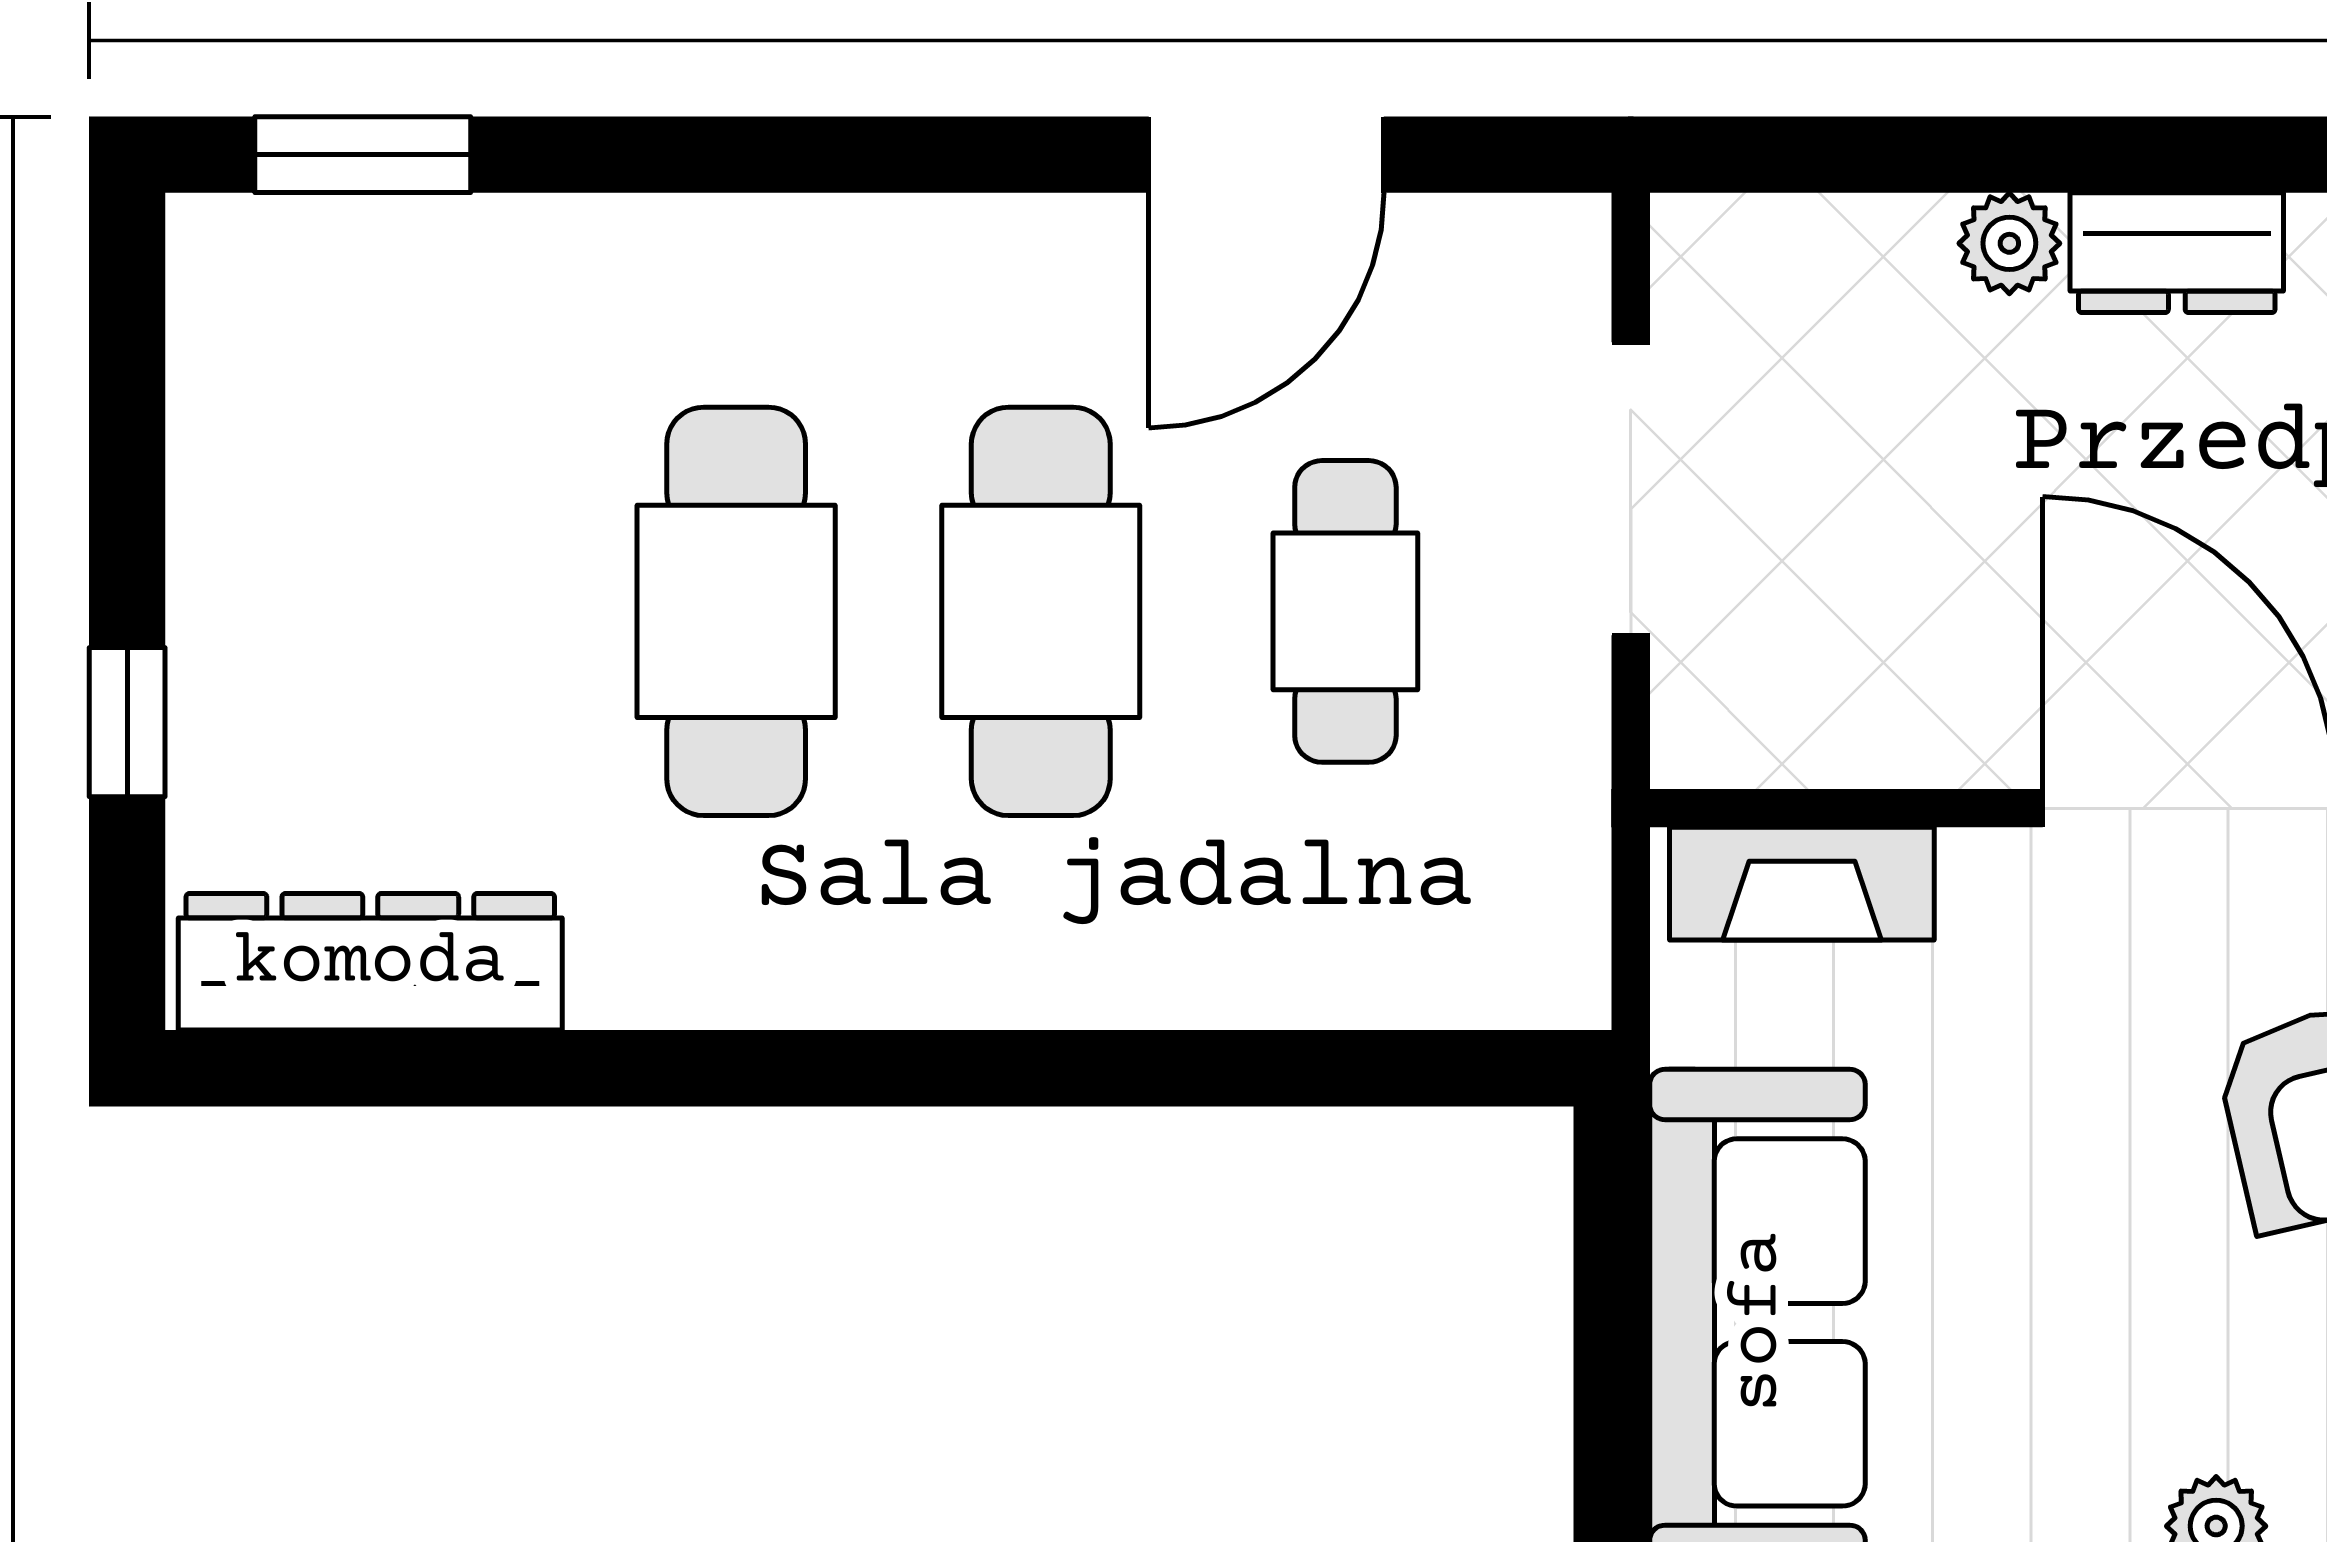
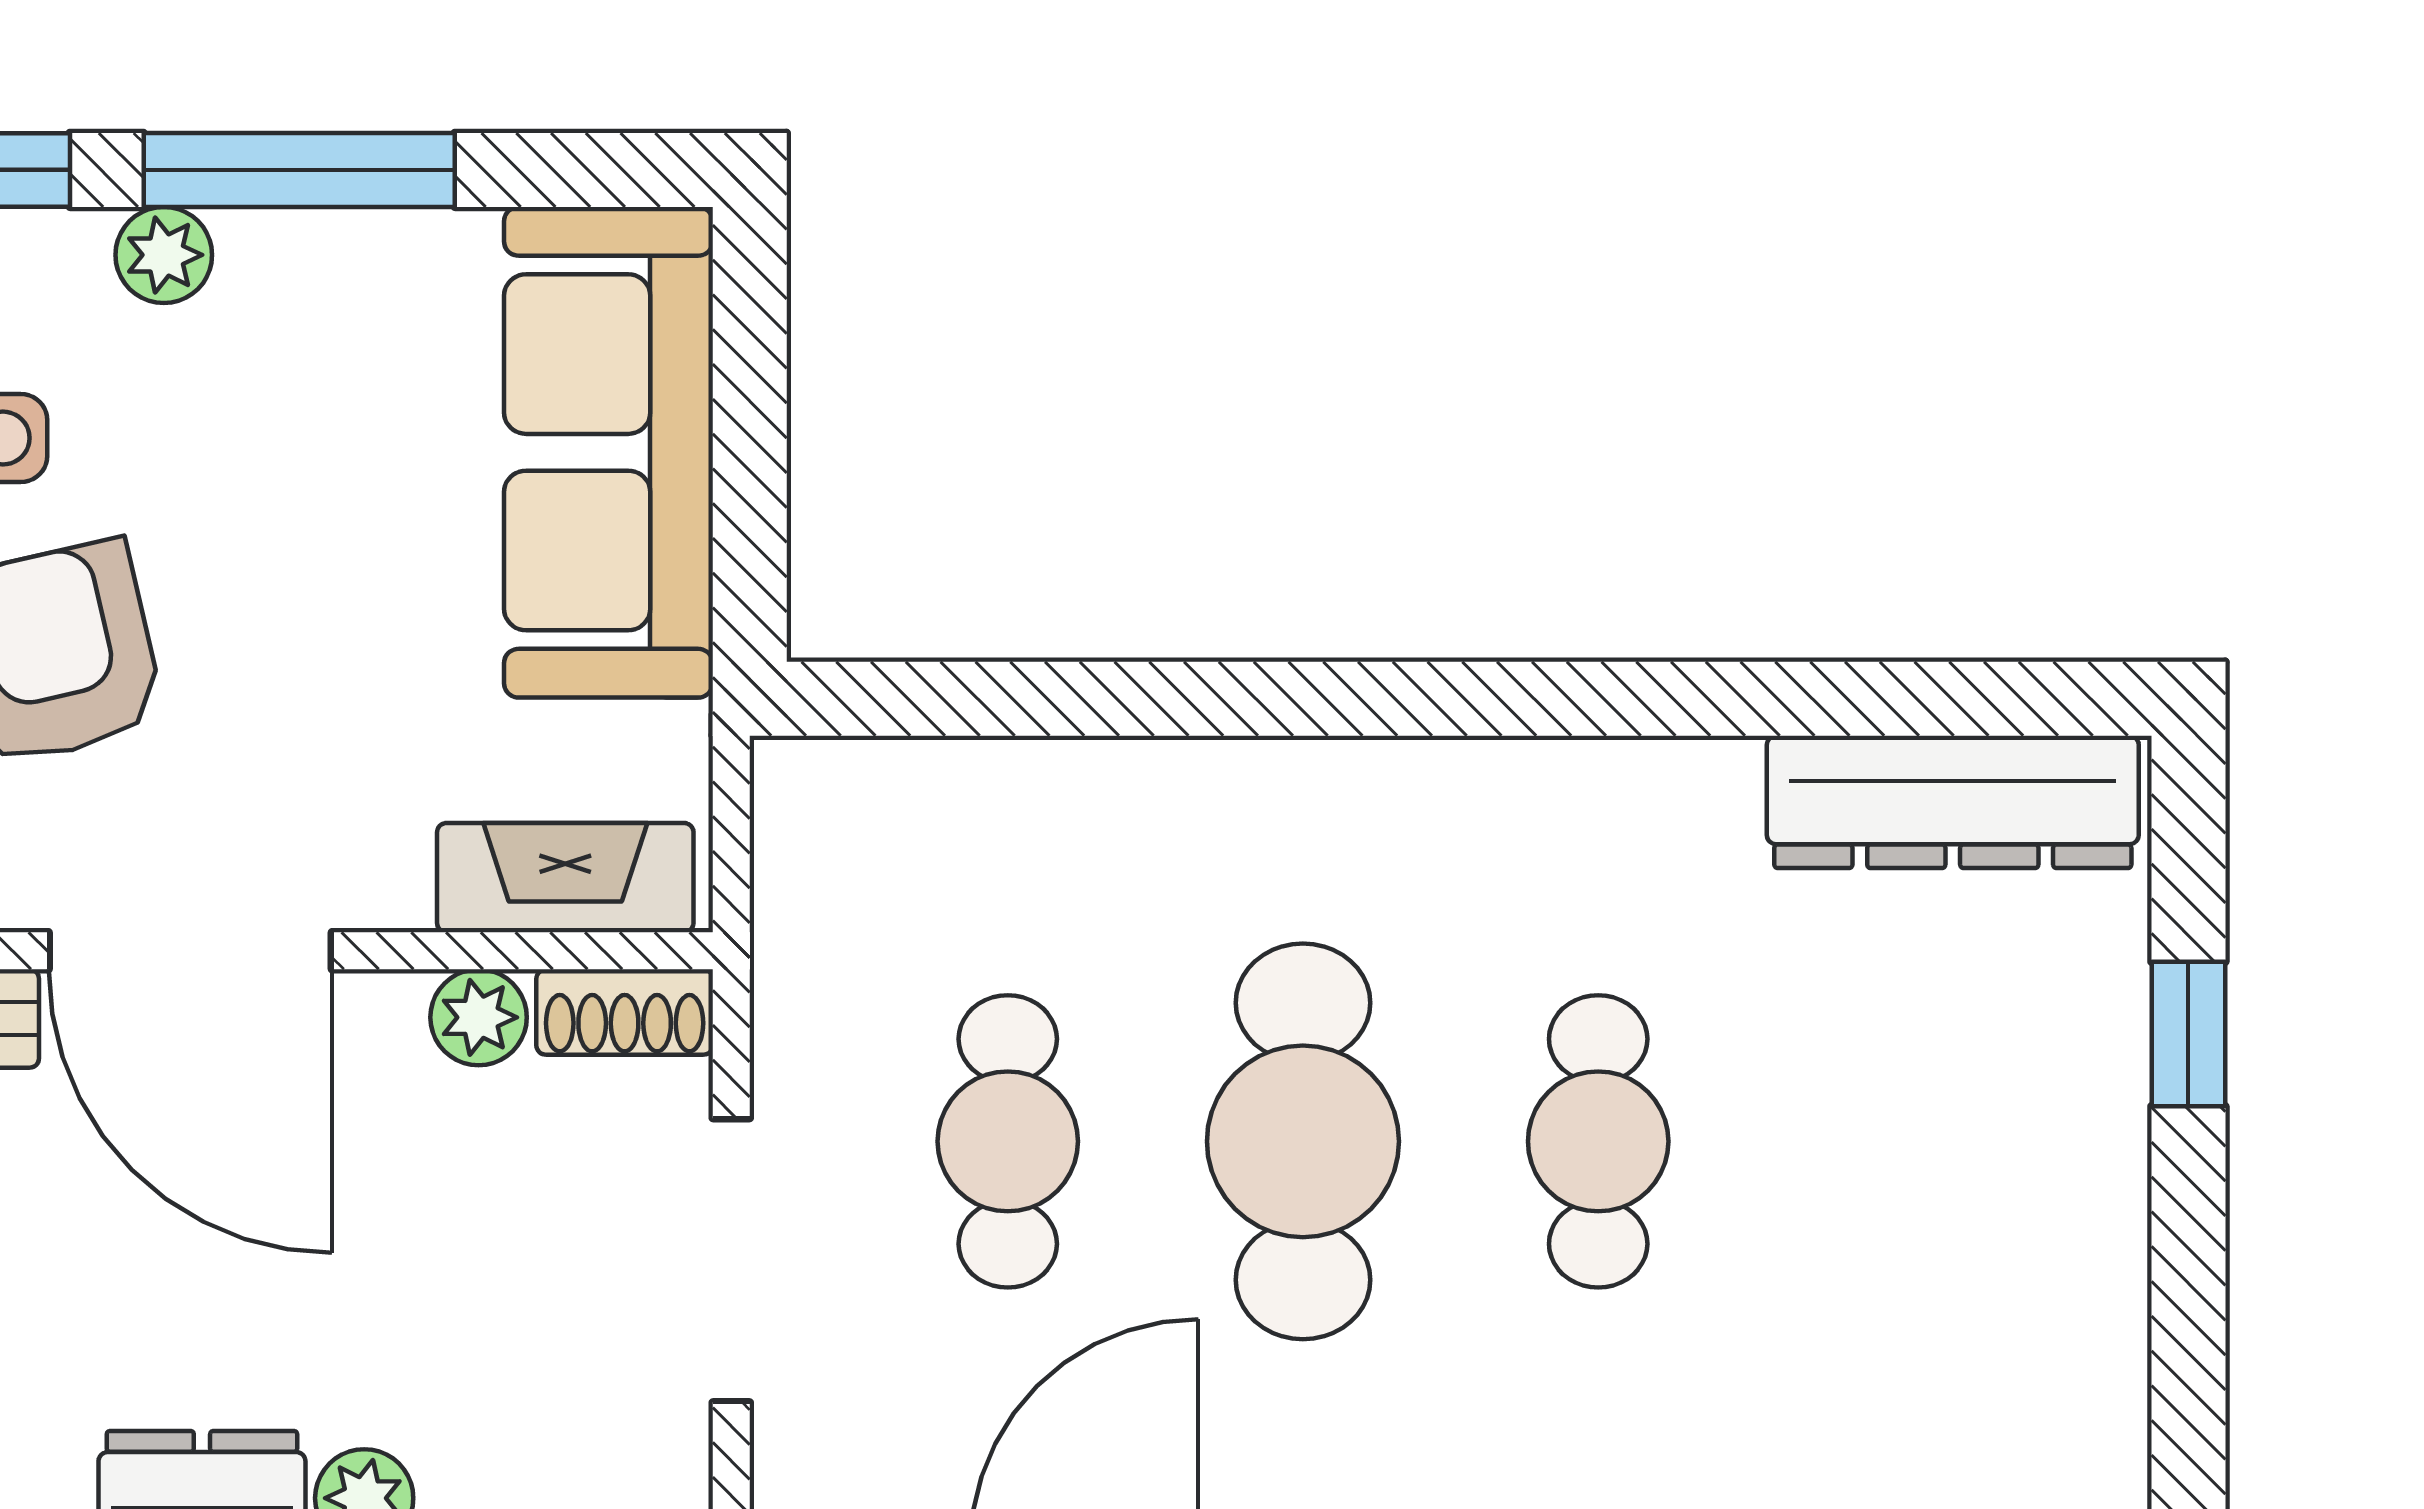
cafe table: (736, 611) -> (1598, 1141), width x0.73, depth x0.74
plant: (1891, 739) -> (479, 1017), added
shoe rack: (1741, 745) -> (625, 1012), added

